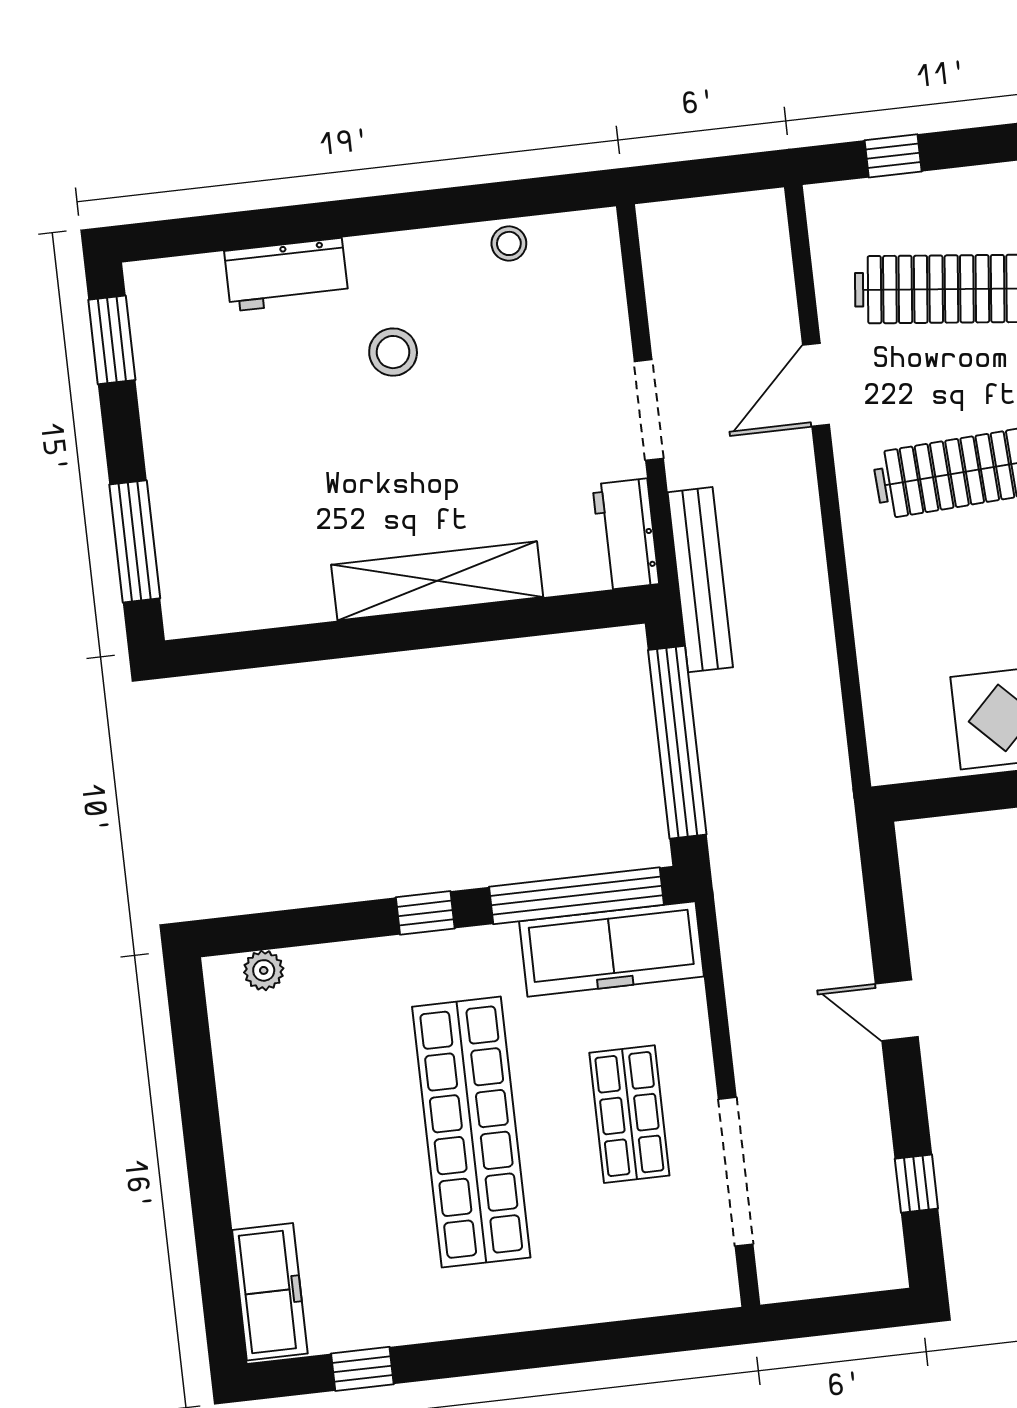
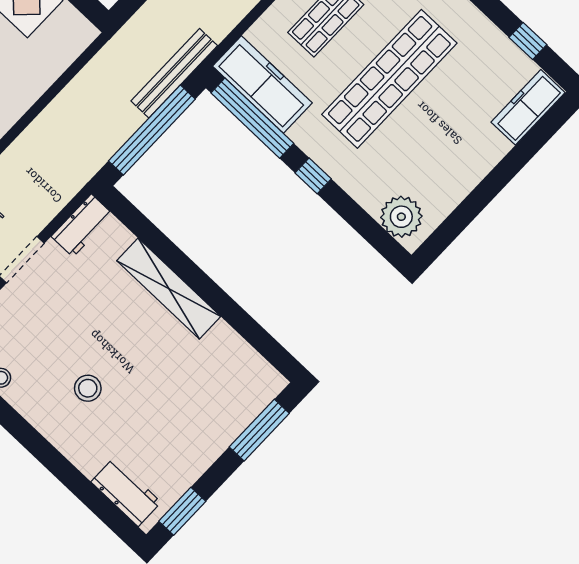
workbench: (286, 275) -> (126, 492), moved
bench: (700, 580) -> (174, 73), moved
plant: (264, 970) -> (401, 217), width x1.87, depth x1.87

